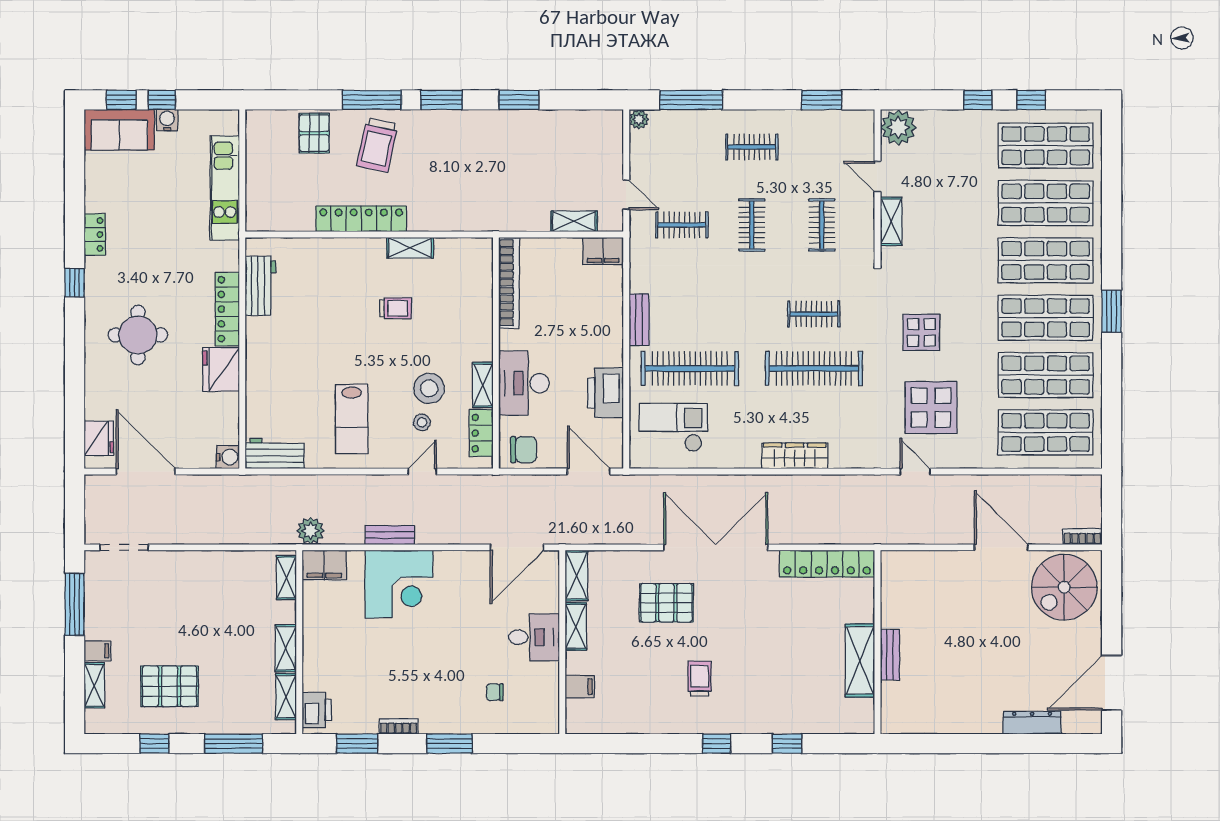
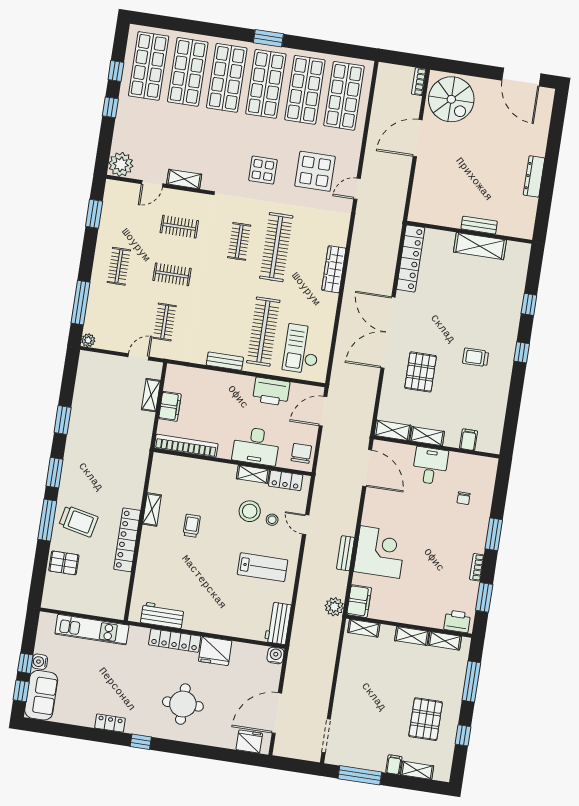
filing cabinet: (603, 251) -> (170, 406), moved
dresser: (1032, 723) -> (534, 176), moved

